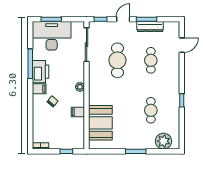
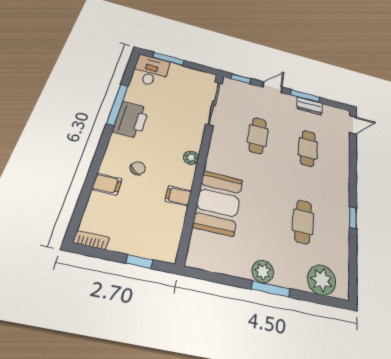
dresser: (150, 27) -> (310, 106), width x0.70
desk: (52, 36) -> (151, 71), width x0.53, depth x0.77
door: (182, 45) -> (353, 125), moved
cafe table: (117, 60) -> (258, 136), width x0.73, depth x0.74
filing cabinet: (39, 89) -> (107, 184), moved
booth: (100, 123) -> (218, 203), moved
plant: (130, 143) -> (263, 271), added

